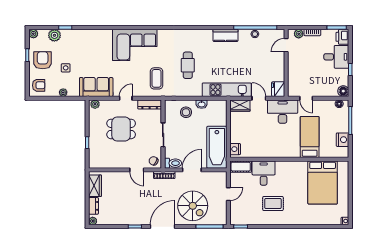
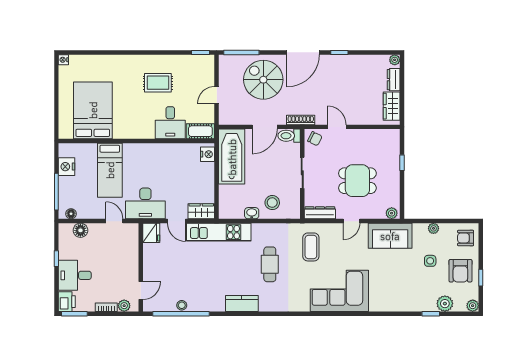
kitchen counter: (225, 35) -> (242, 304), moved
floor lamp: (343, 91) -> (80, 230), moved

